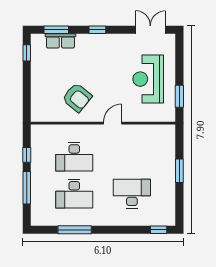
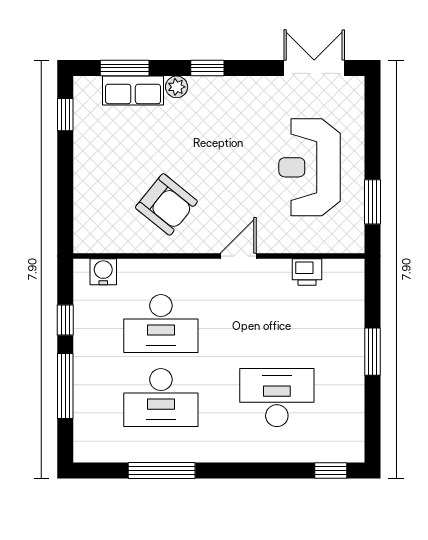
plant: (82, 39) -> (177, 87), added
water cooler: (46, 131) -> (103, 272), added
printer: (147, 131) -> (307, 272), added

